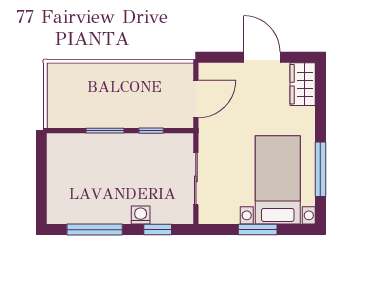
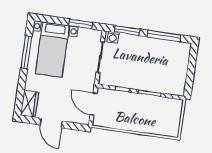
door: (196, 99) -> (93, 104), hinge flipped
washing machine: (141, 215) -> (113, 37), moved
window: (158, 230) -> (127, 31), width x1.50
window: (258, 230) -> (81, 24), moved

